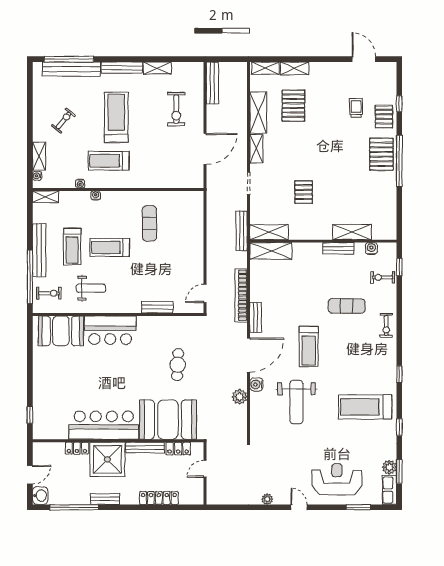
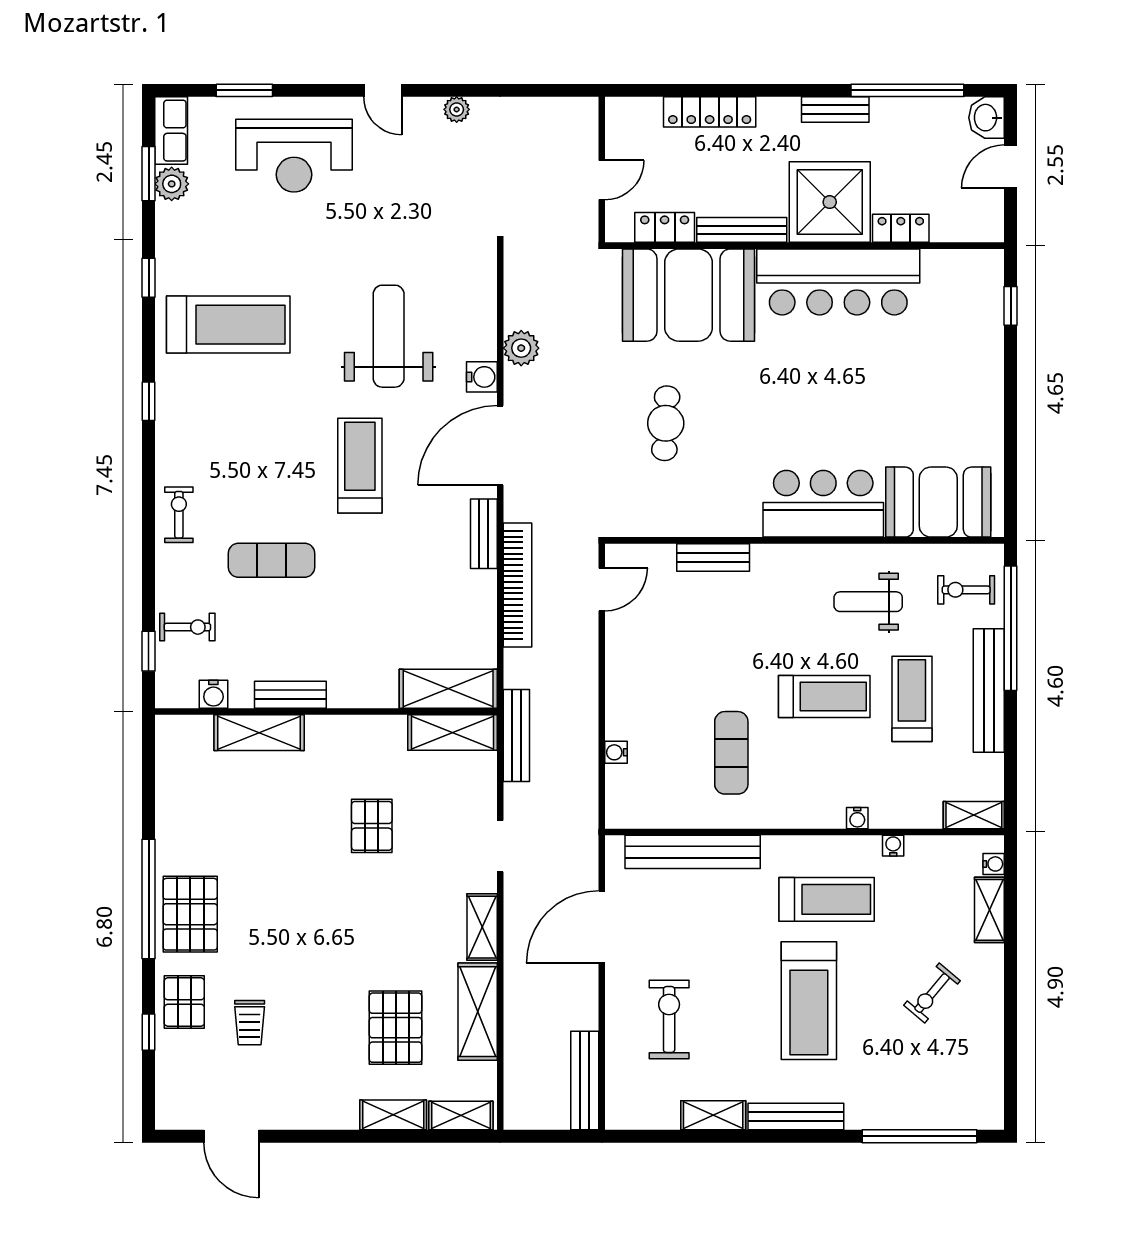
bench: (71, 69) -> (693, 852), moved
water cooler: (199, 224) -> (616, 752), added

